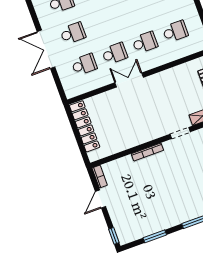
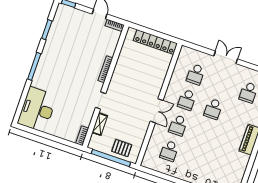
school desk: (73, 33) -> (213, 109), moved
double door: (46, 49) -> (226, 57), width x0.73
double door: (129, 80) -> (157, 111), moved

